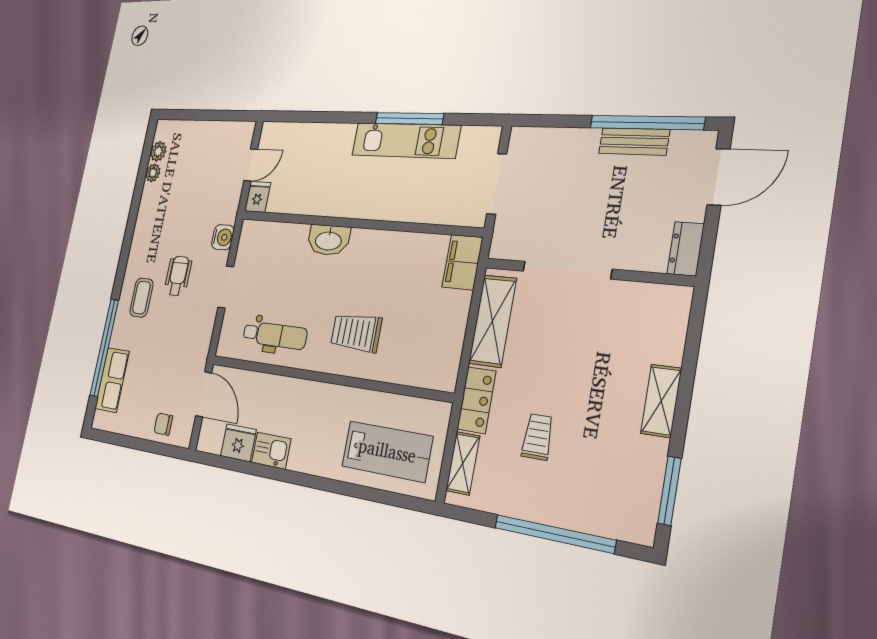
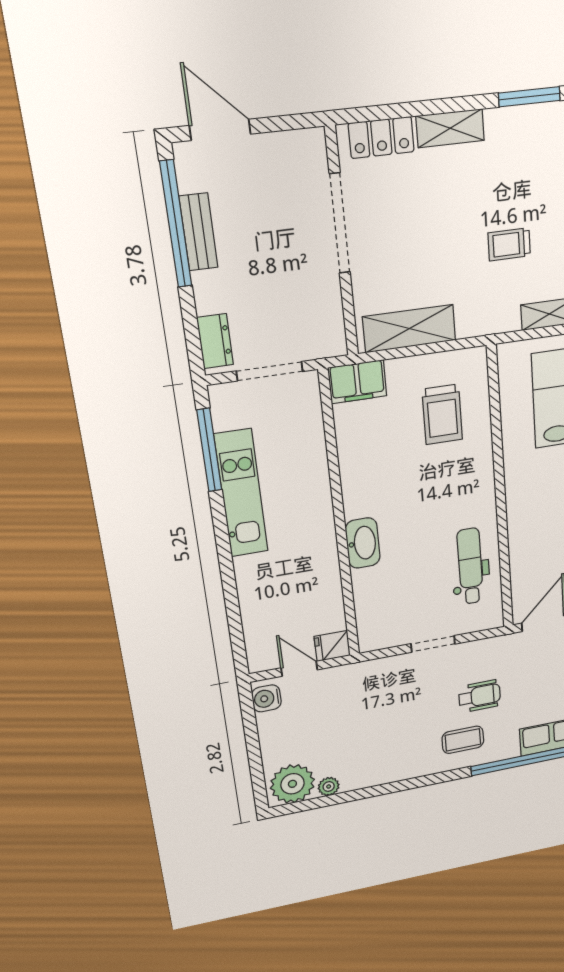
window: (409, 119) -> (209, 450), moved
plant: (158, 151) -> (292, 784), width x1.88, depth x1.88
water cooler: (223, 237) -> (266, 698), moved, turned -90
dresser: (686, 249) -> (215, 341), moved, turned -90
doorway: (567, 270) -> (340, 223), moved
wheelchair: (178, 276) -> (480, 696), moved, turned 180
trolley: (356, 333) -> (442, 414), moved
locker: (476, 400) -> (381, 138), moved, turned 180

